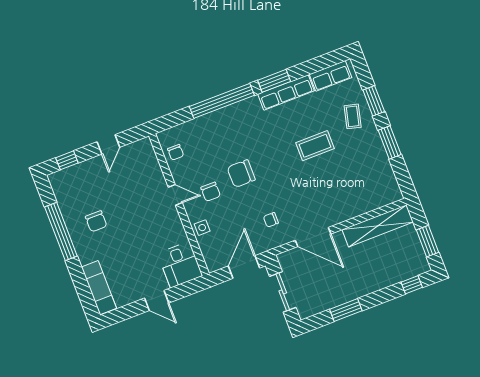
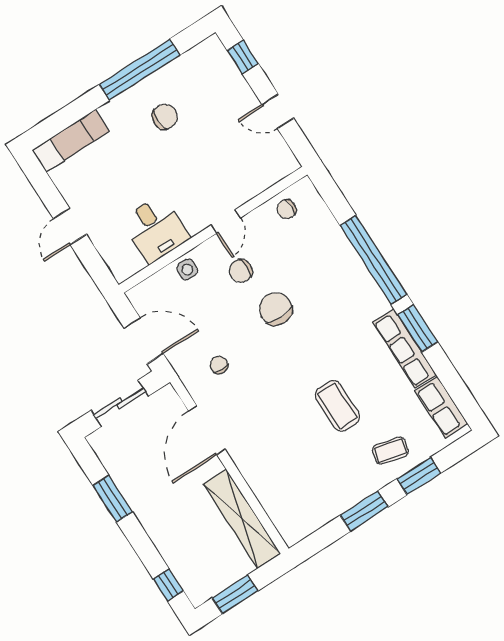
chair: (96, 221) -> (165, 117), turned 180
desk: (180, 265) -> (155, 229), moved, turned -90

